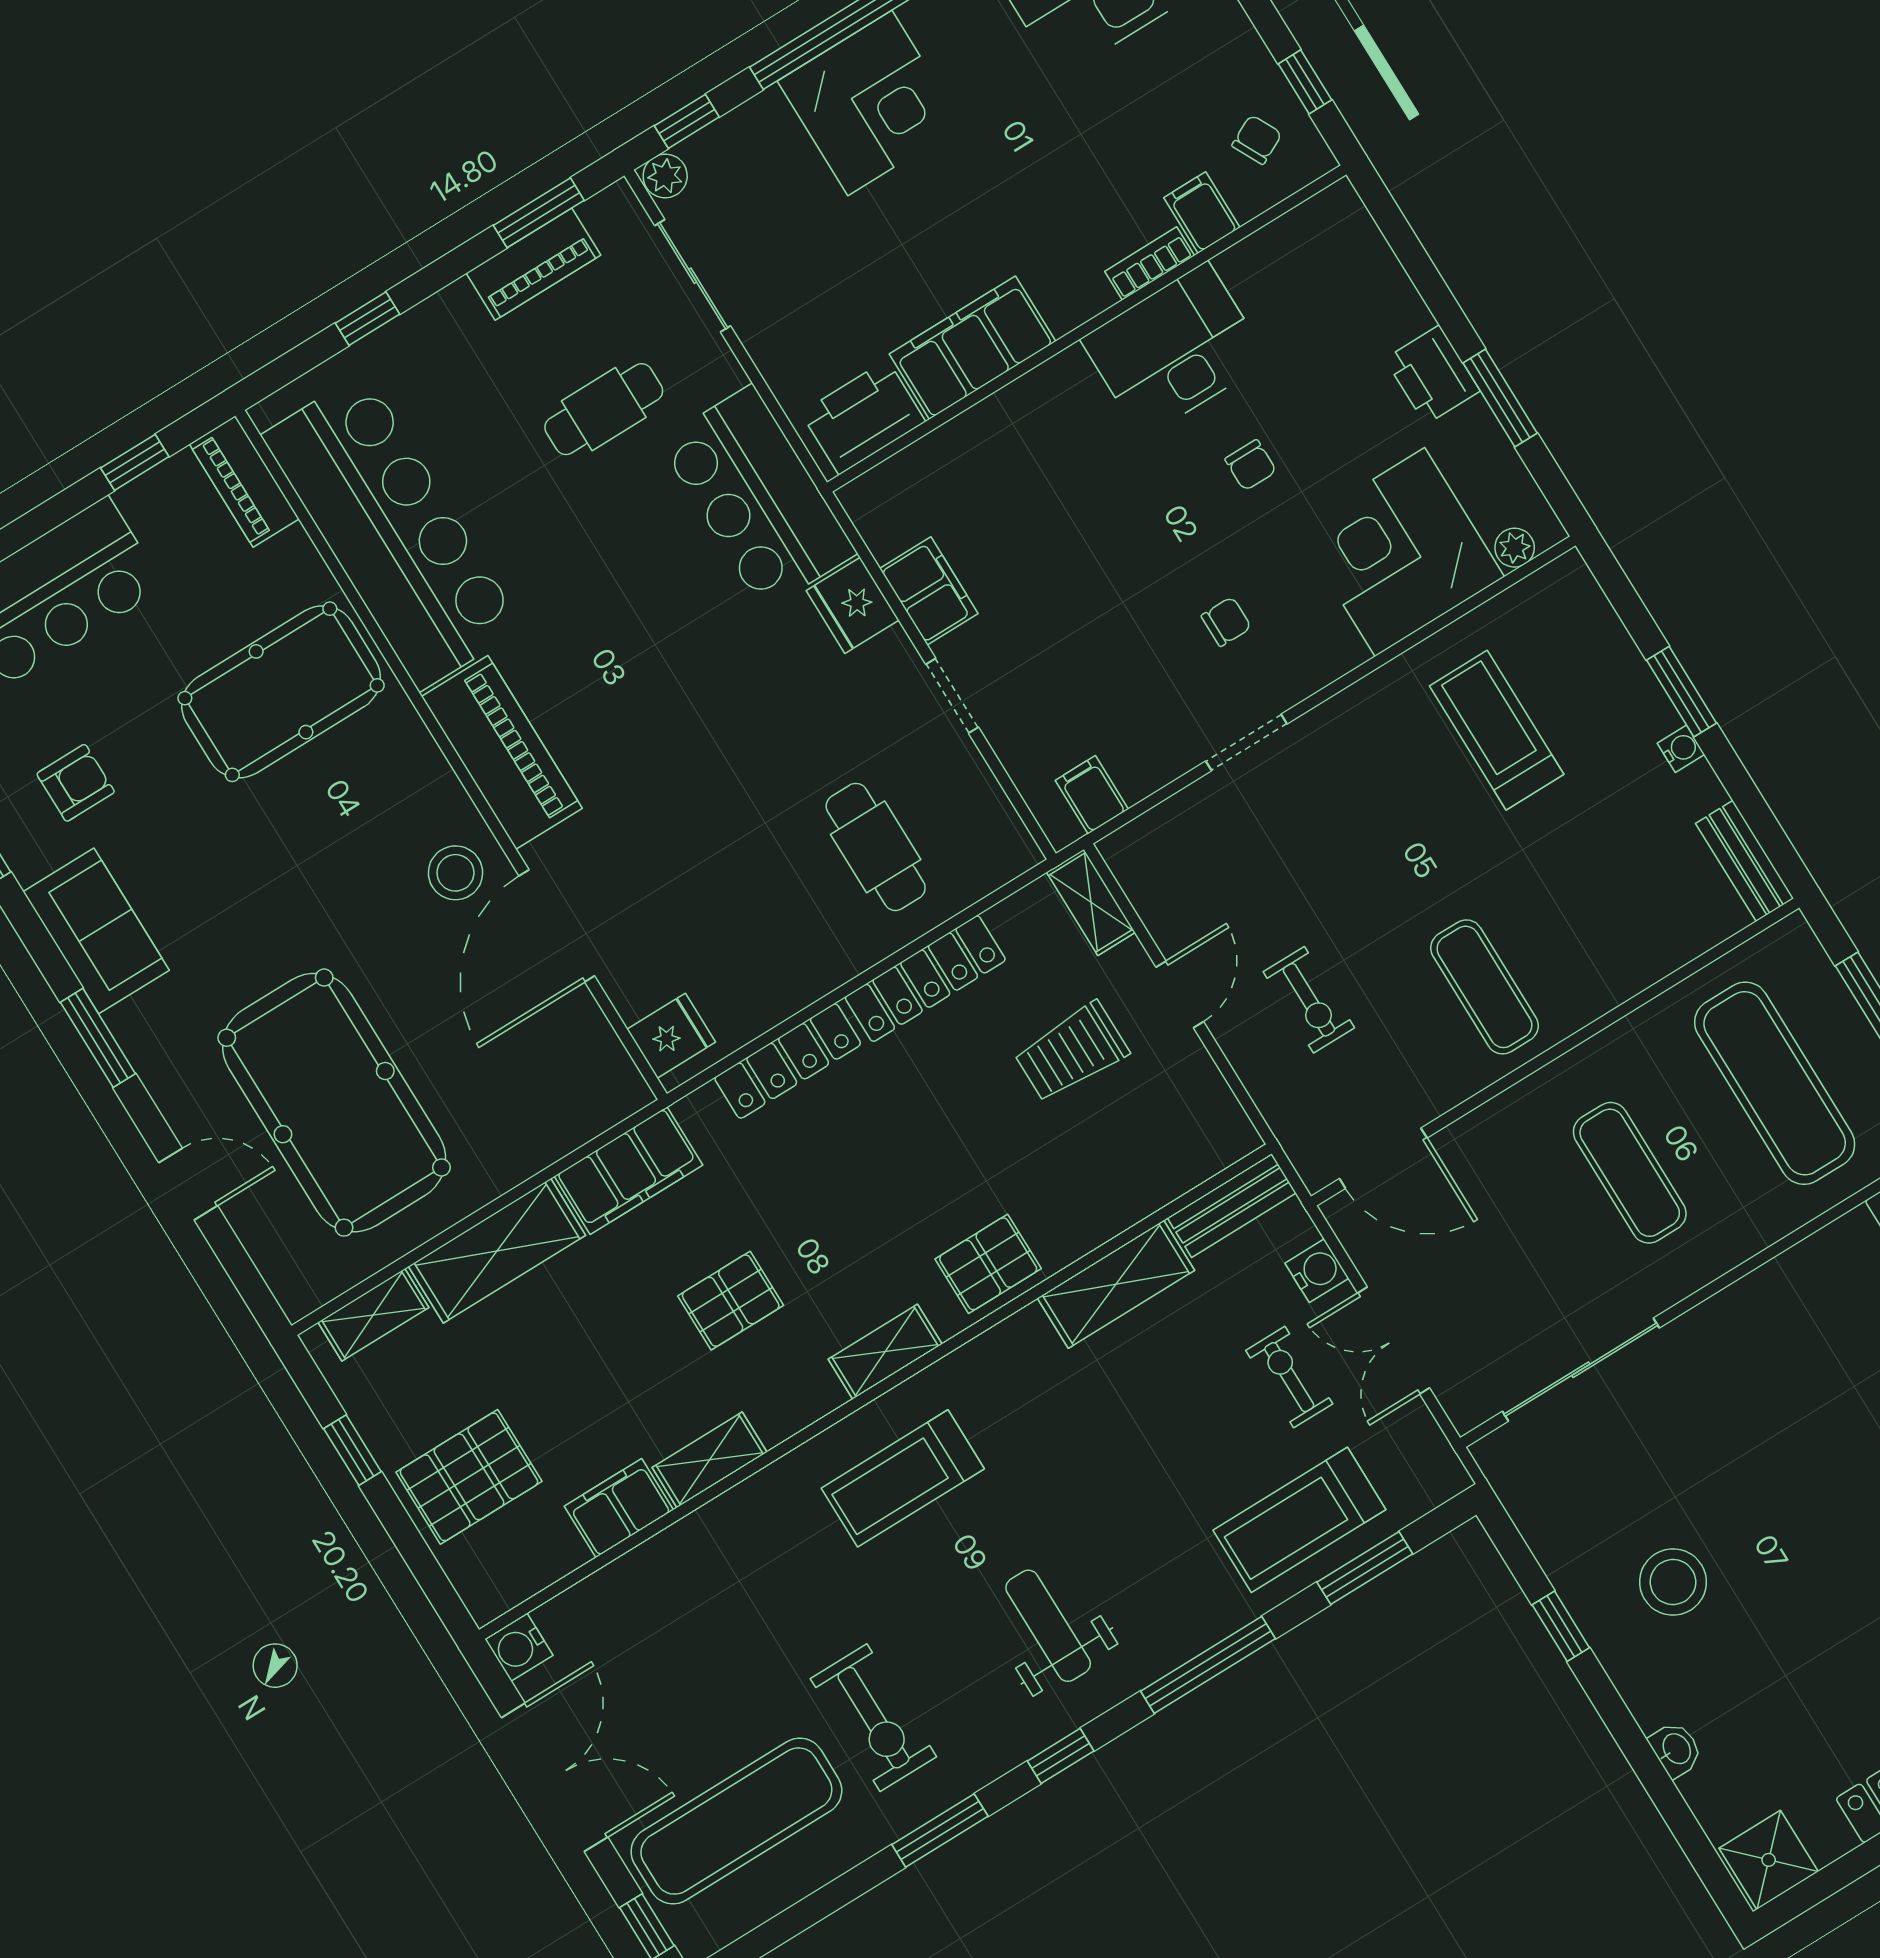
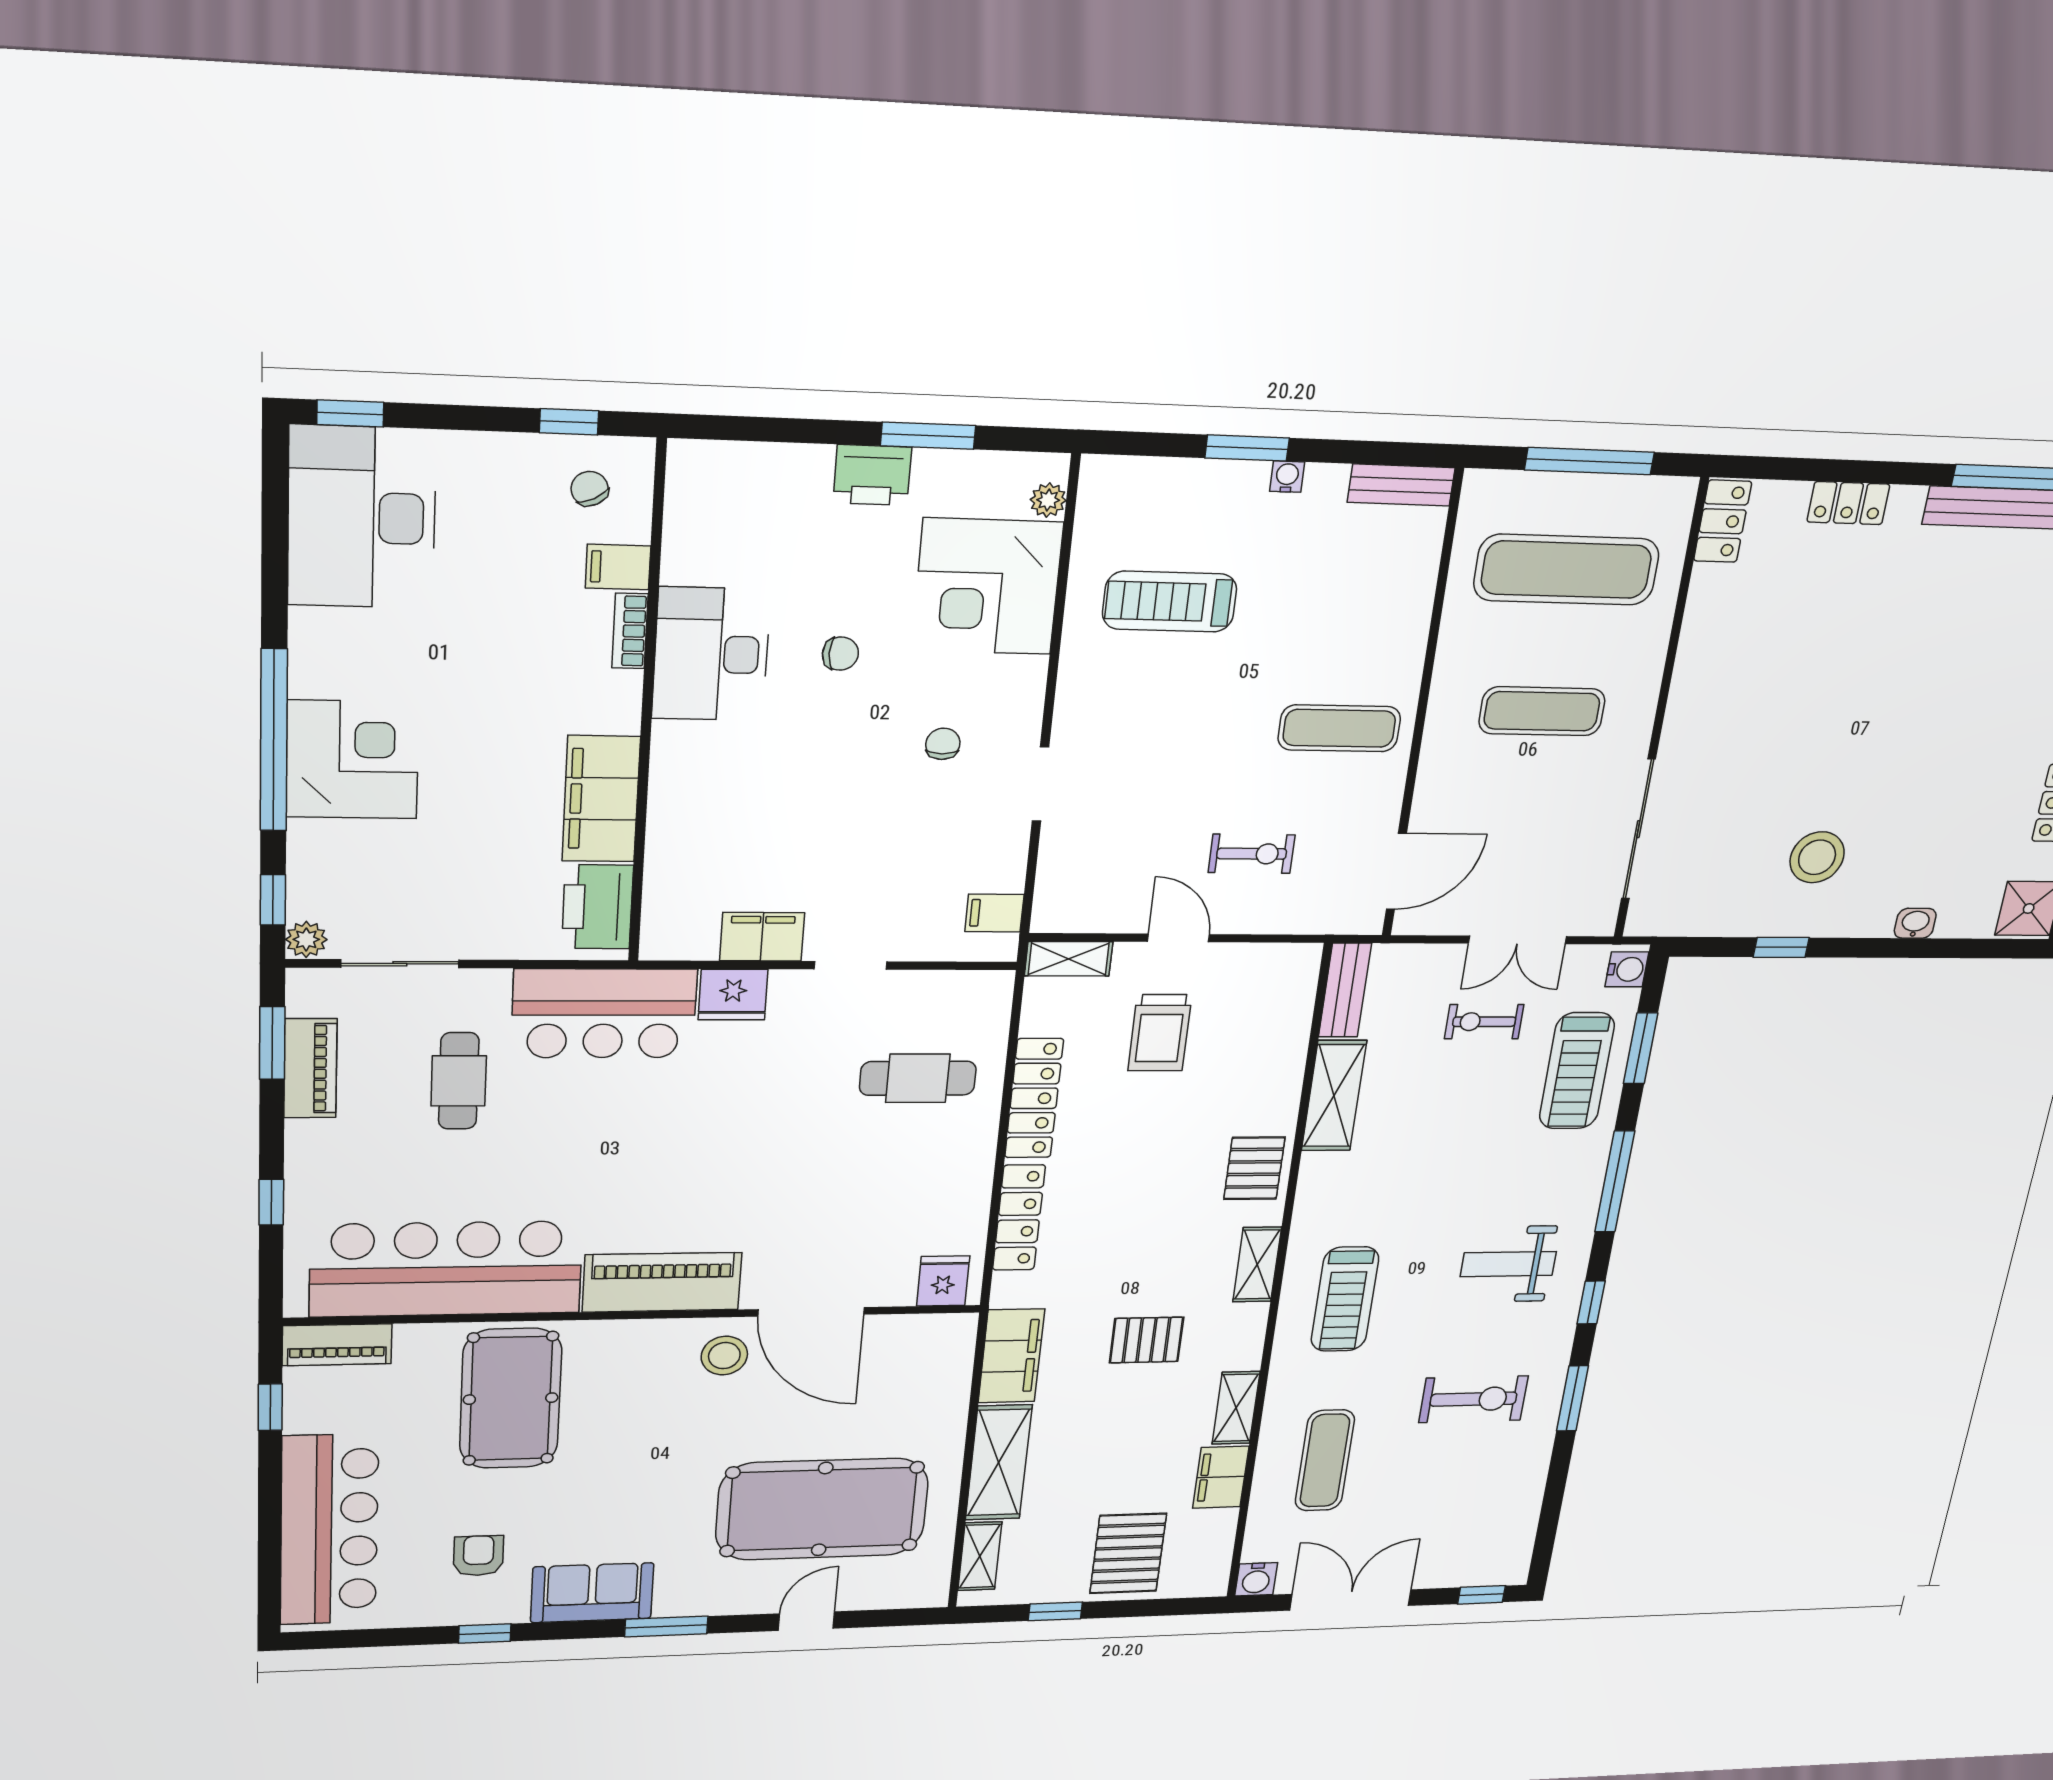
water cooler: (1317, 1271) -> (1627, 969), moved, turned 90
pallet: (731, 1301) -> (1146, 1340), turned 90
exercise mat: (736, 1821) -> (1325, 1460), moved, width x0.73, depth x0.69

